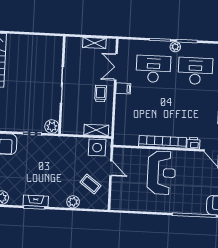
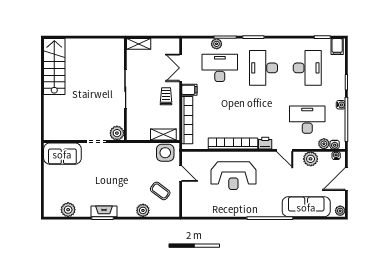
shelving: (94, 43) -> (139, 44), moved
plant: (175, 47) -> (217, 44), moved
desk: (195, 71) -> (264, 68), turned -90
bookcase: (120, 117) -> (187, 120), added
reception desk: (161, 173) -> (233, 176), turned 90

